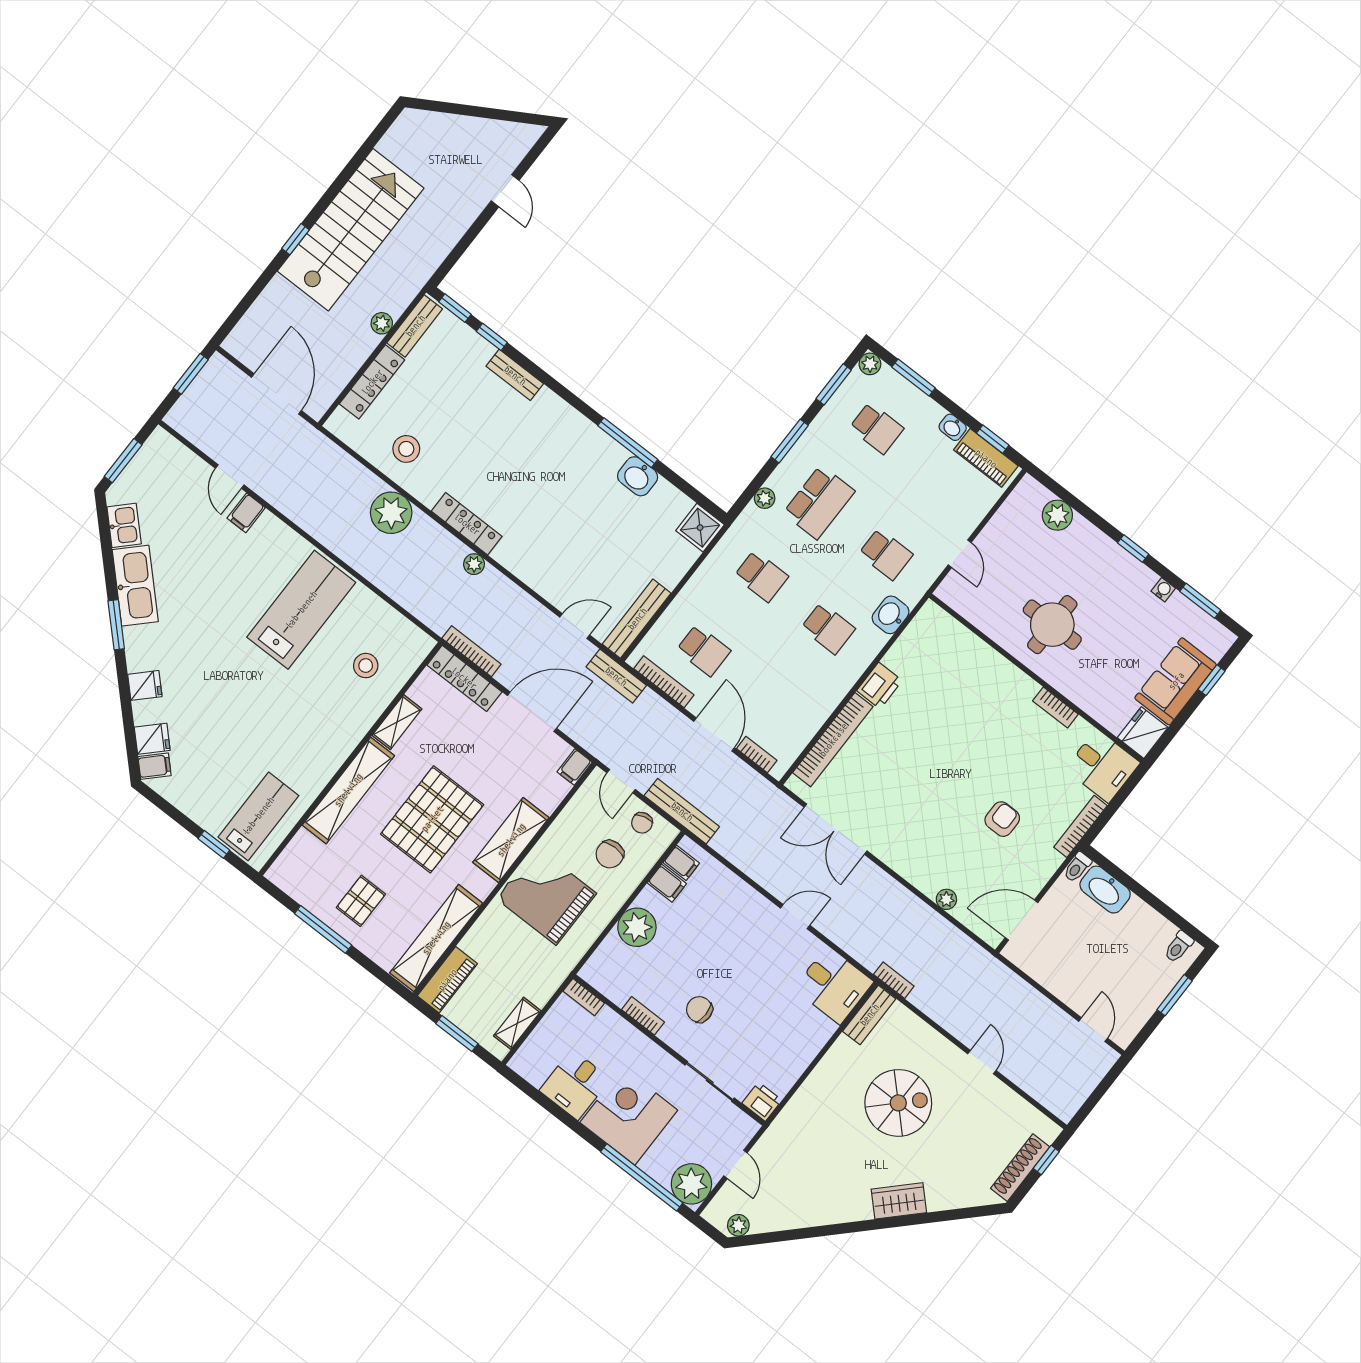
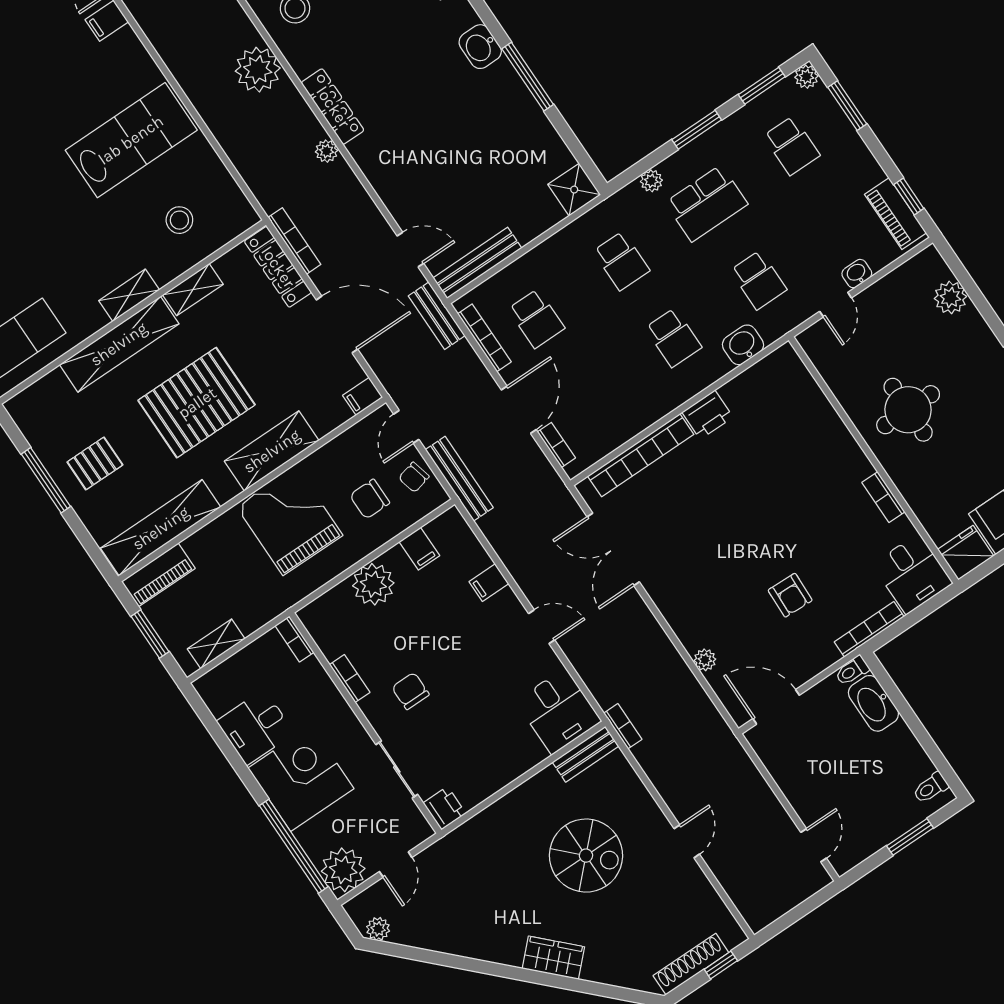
washbasin: (953, 427) -> (857, 274), moved, turned 90
washbasin: (638, 476) -> (480, 47), moved
shelving: (343, 745) -> (129, 295), added
armchair: (1002, 819) -> (790, 595), turned 92
filing cabinet: (681, 863) -> (489, 583), moved, turned 90

